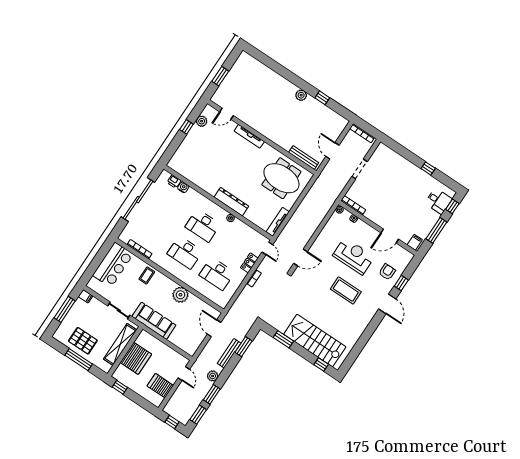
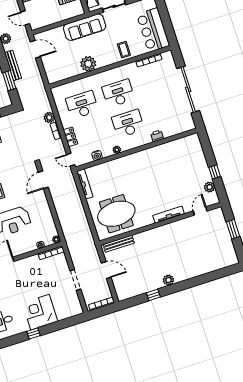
corner desk: (407, 177) -> (40, 312), added
printer: (174, 181) -> (157, 136), moved
water cooler: (183, 187) -> (97, 155), moved
dresser: (231, 202) -> (129, 161), removed
plant: (247, 292) -> (49, 117), added
door: (214, 328) -> (35, 49), moved

